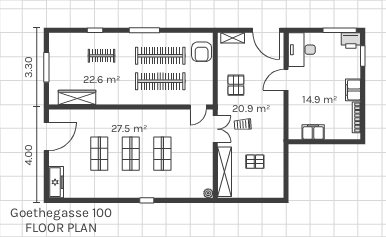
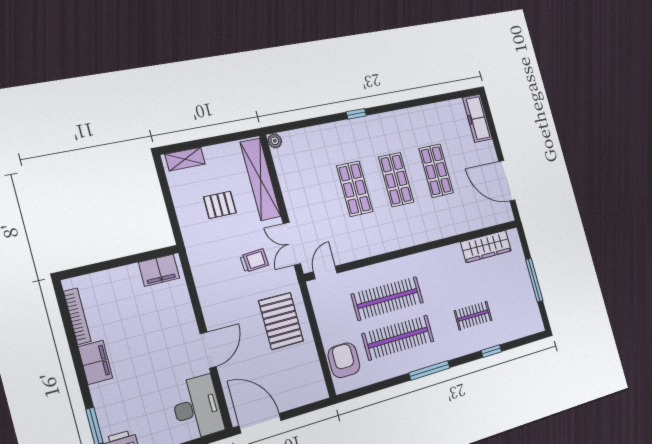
shelving: (233, 38) -> (185, 159), moved
pallet: (236, 85) -> (281, 321), width x1.50, depth x1.42
filing cabinet: (313, 132) -> (159, 270), moved
door: (46, 137) -> (507, 181), hinge flipped

